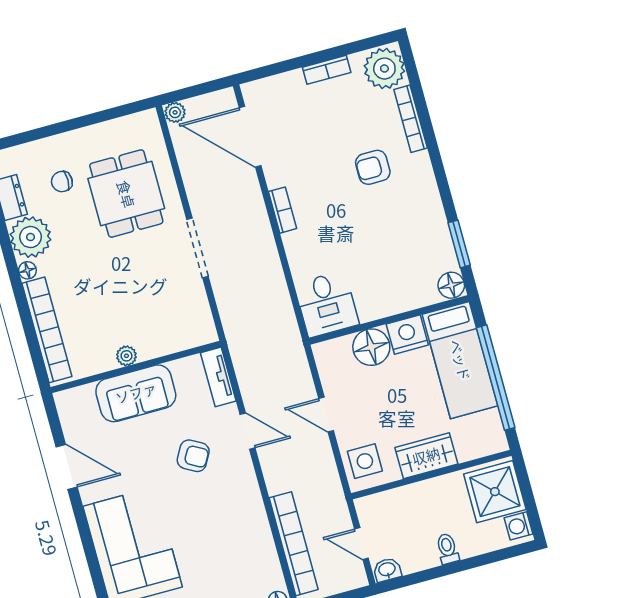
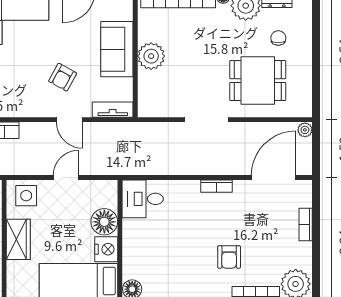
bookcase: (327, 70) -> (306, 225), moved
armchair: (373, 167) -> (229, 257), turned 180
plant: (126, 356) -> (151, 56), width x1.88, depth x1.88
door: (248, 431) -> (69, 120), hinge flipped

